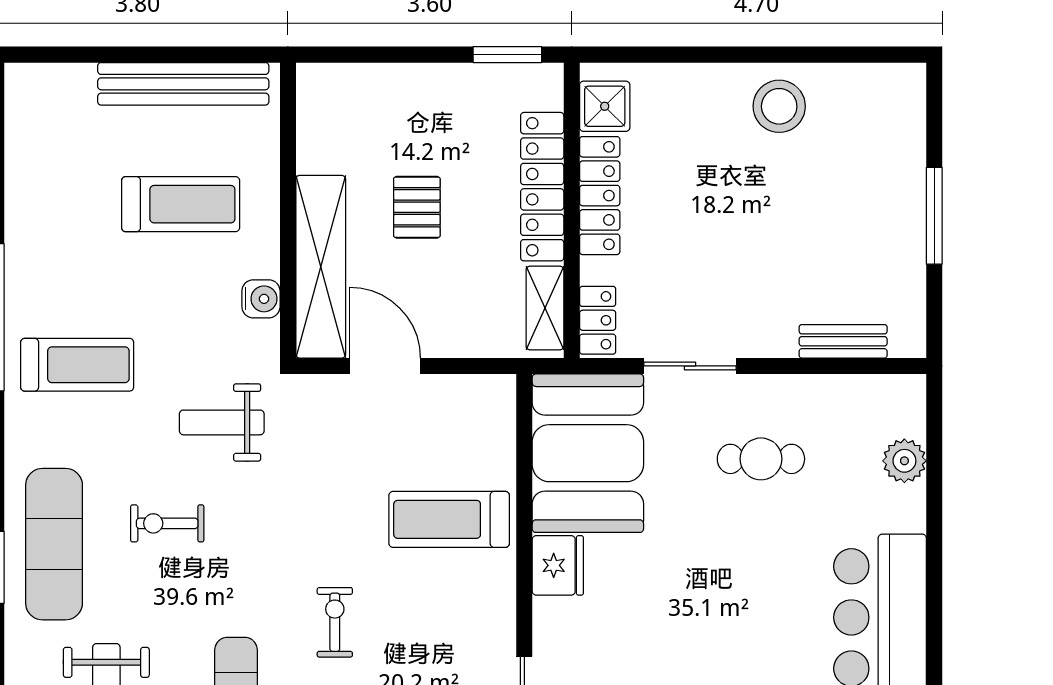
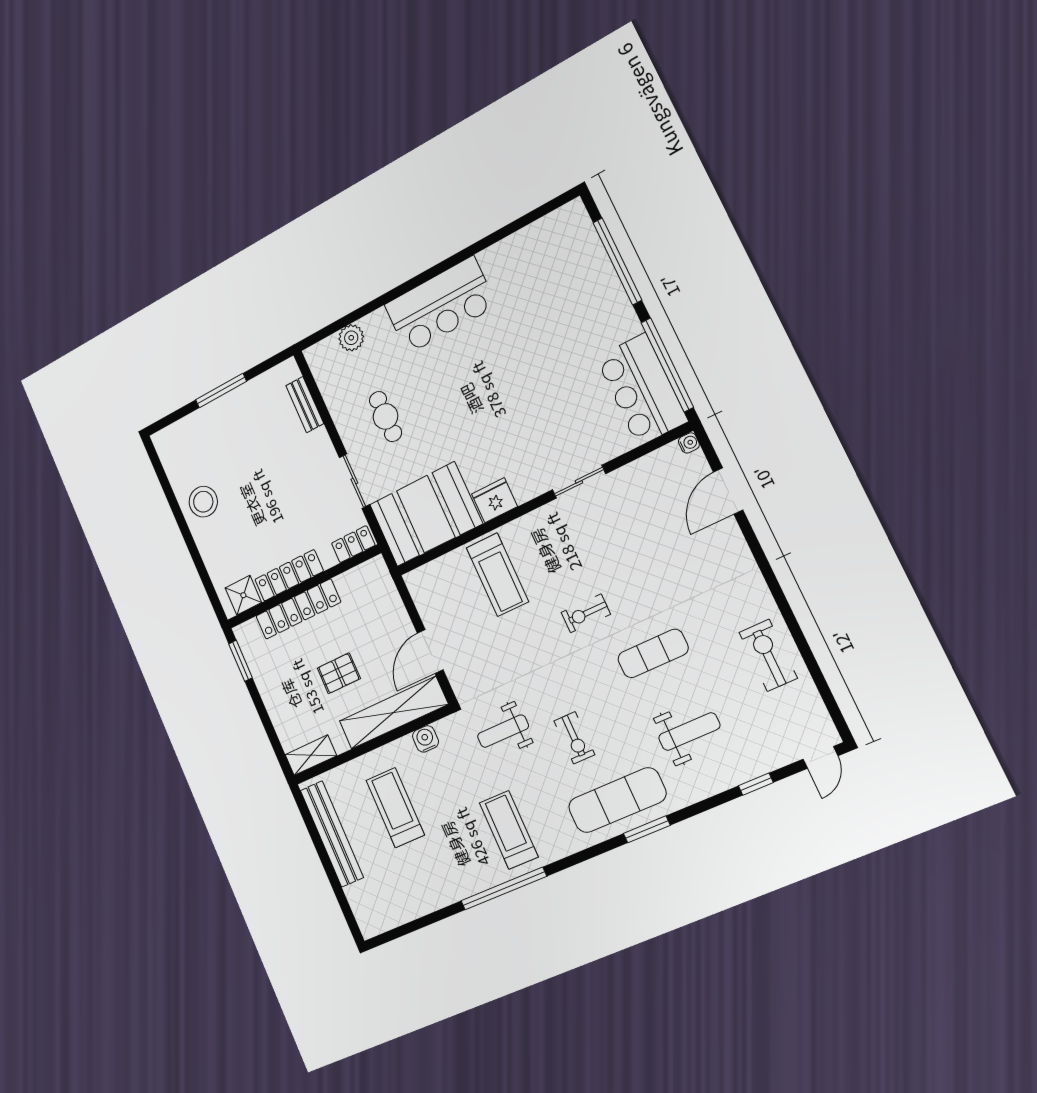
shelving: (545, 308) -> (311, 755), moved
weight bench: (222, 422) -> (503, 731), turned 90

